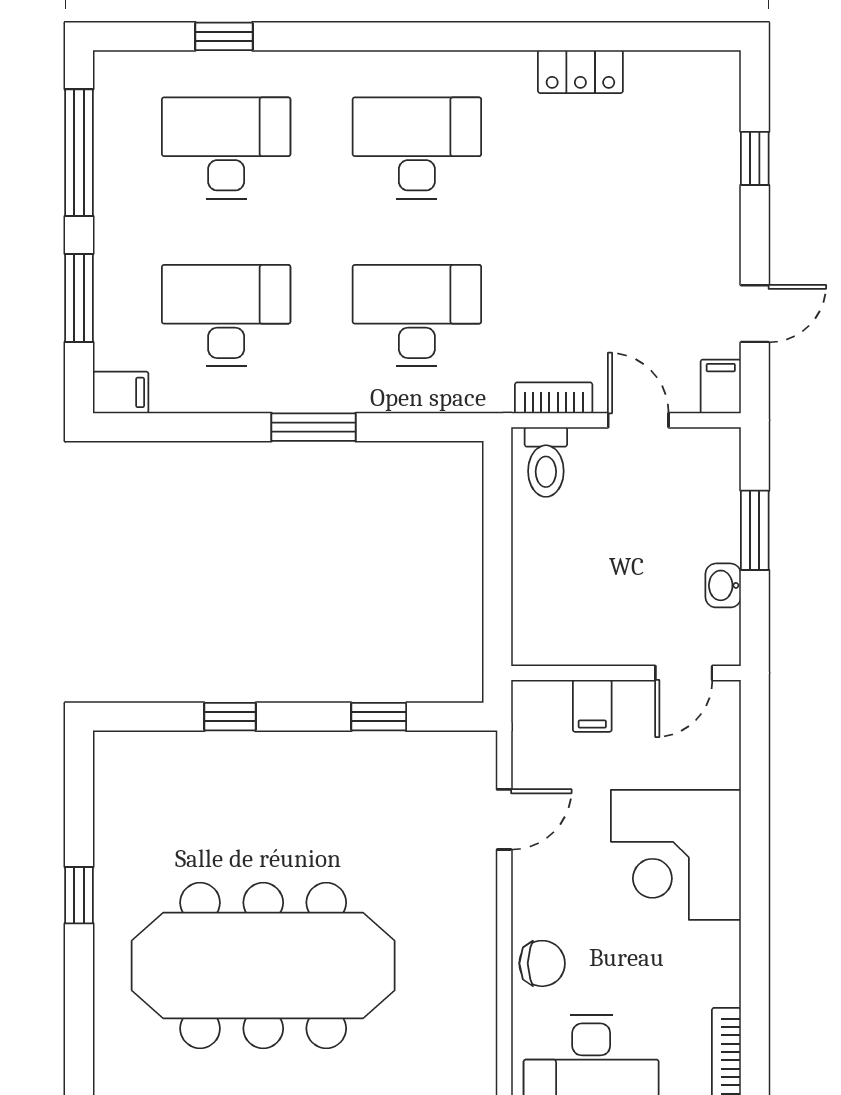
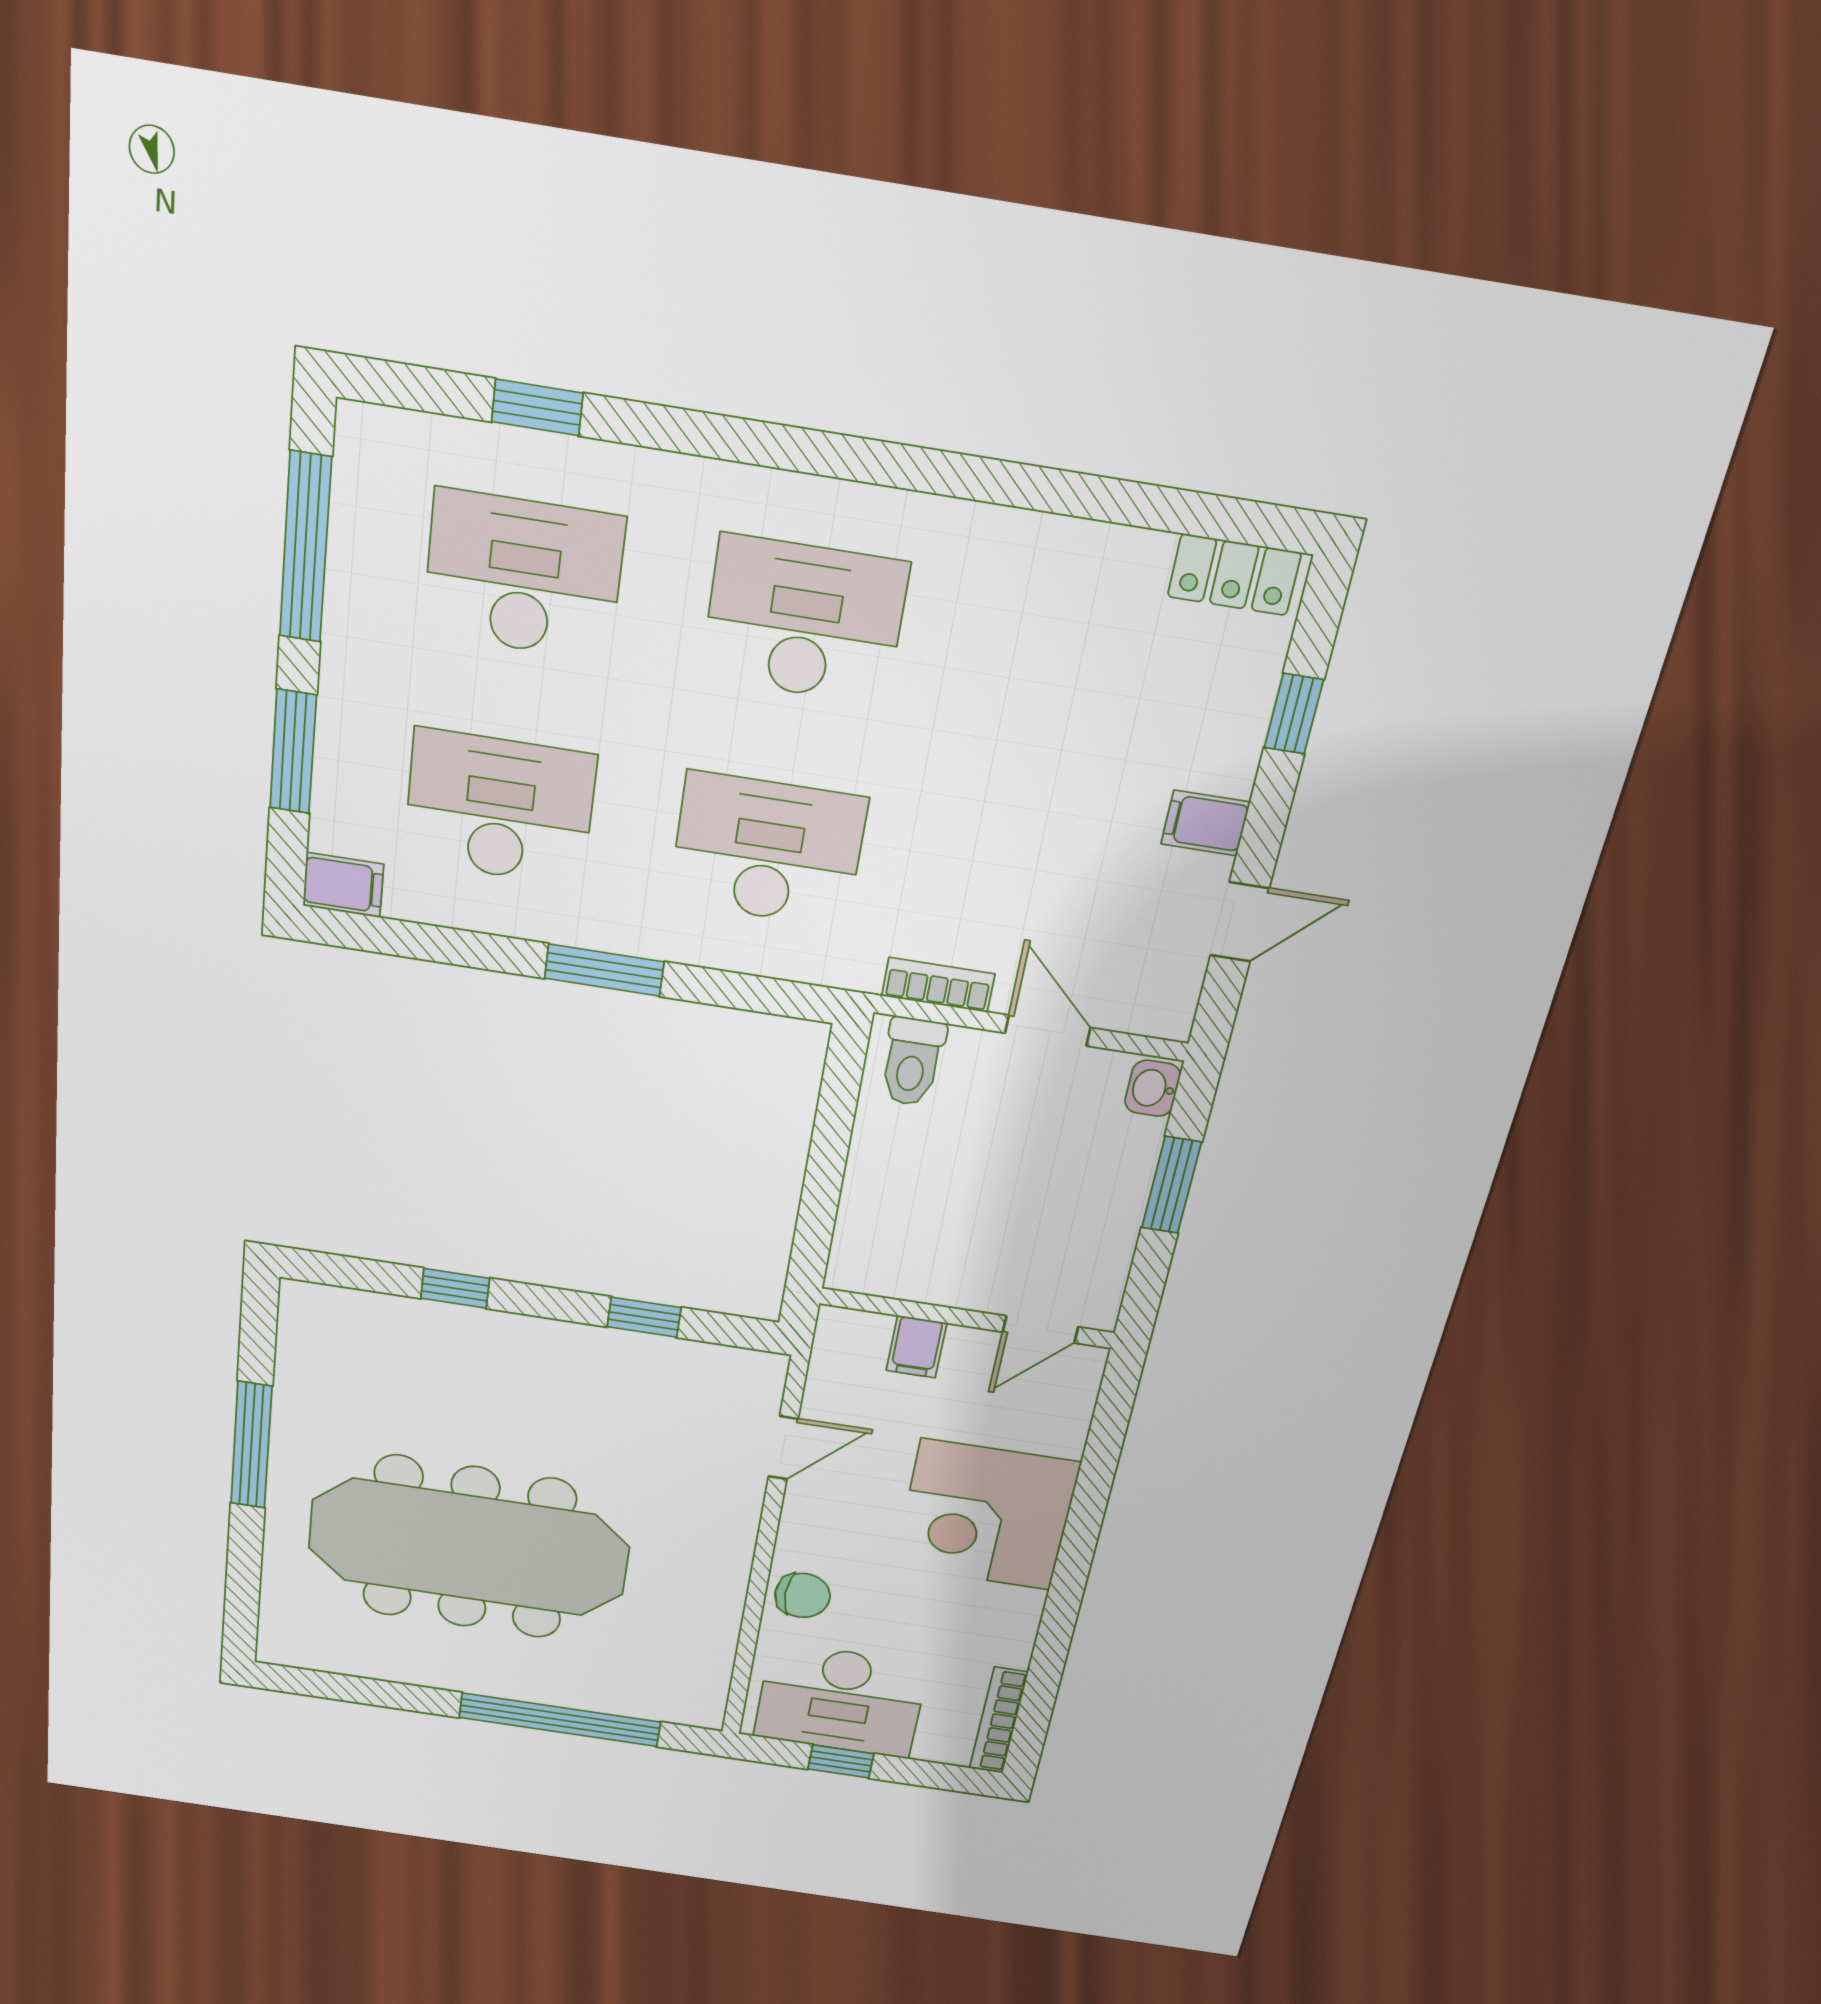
locker: (580, 72) -> (1234, 575), moved
filing cabinet: (721, 386) -> (1205, 823), moved, turned -90
washbasin: (723, 585) -> (1153, 1088), moved
window: (79, 895) -> (251, 1445), width x2.17

